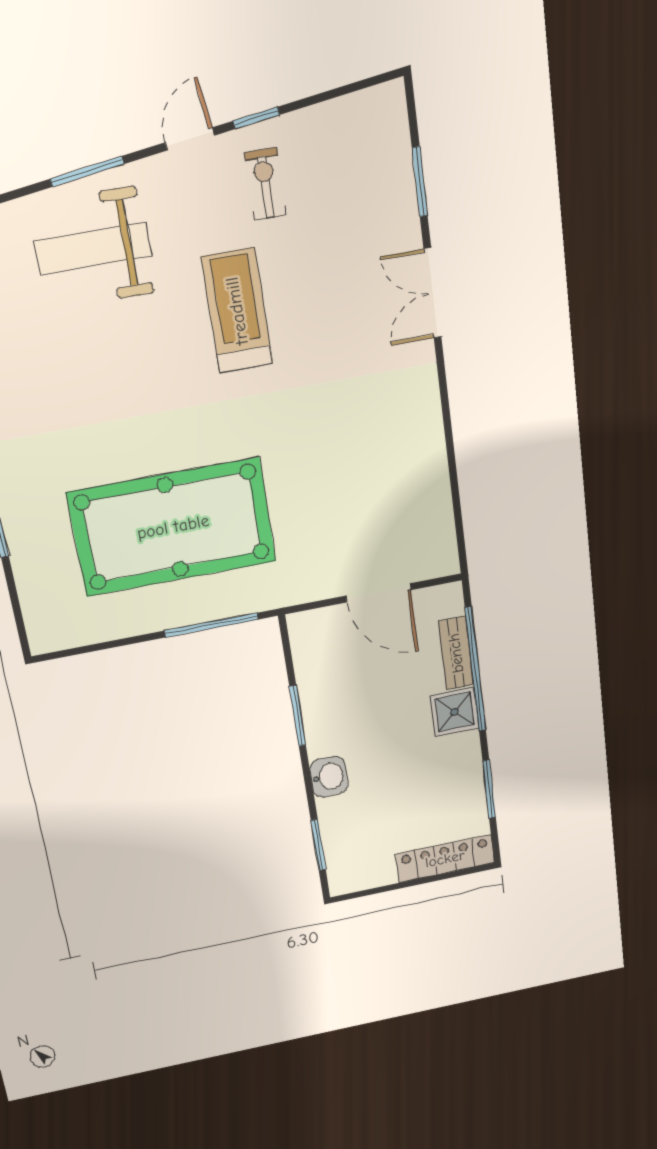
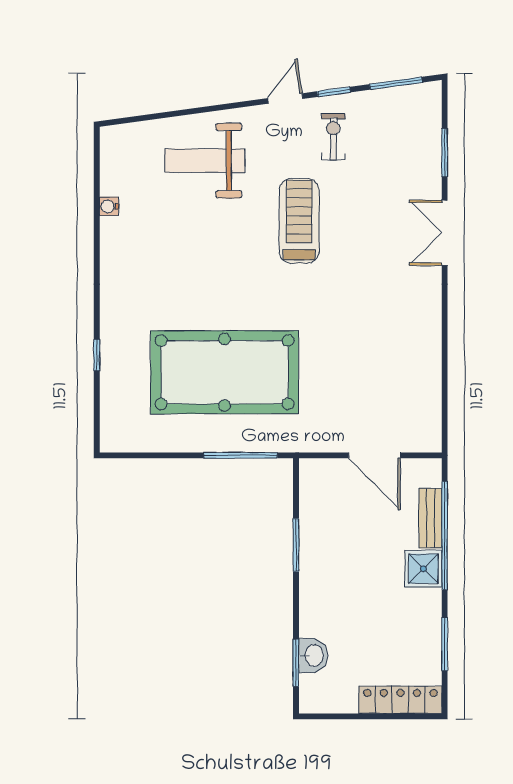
window: (87, 171) -> (396, 83), moved
washbasin: (329, 777) -> (313, 655), moved

